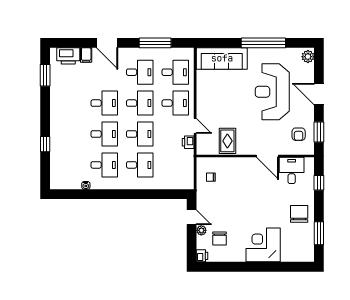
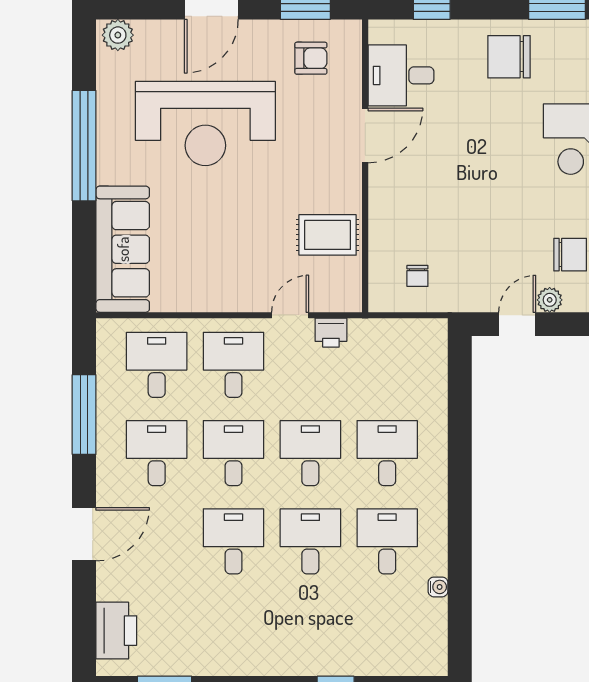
filing cabinet: (86, 55) -> (114, 586), removed

